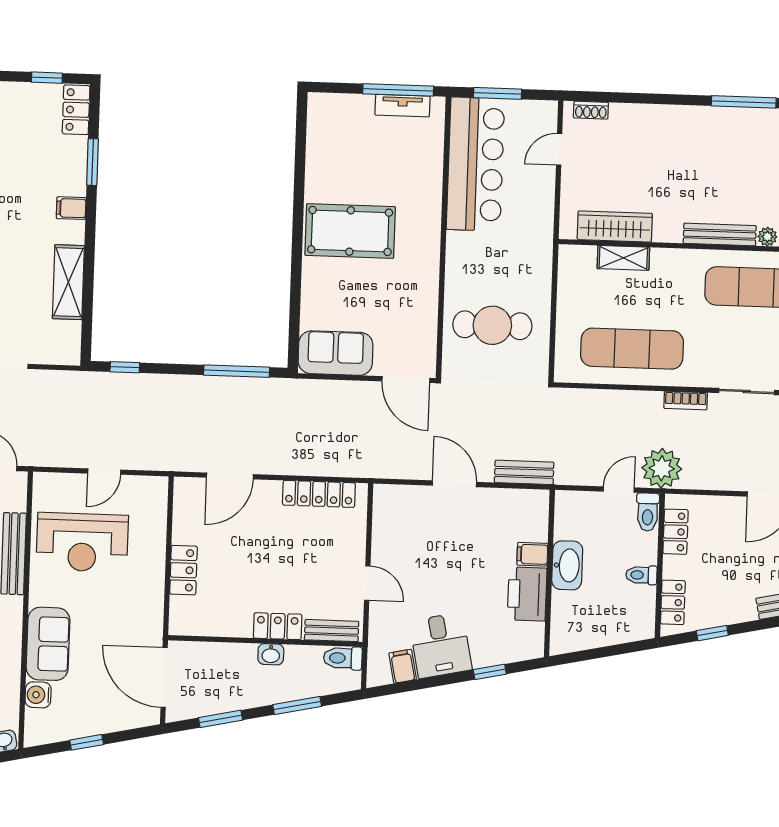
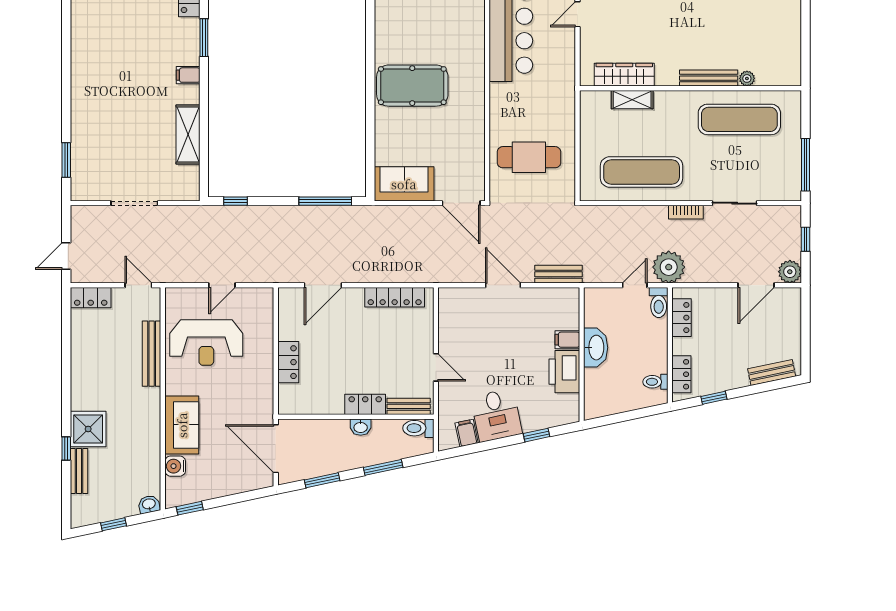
toilet: (641, 575) -> (655, 382), moved
window: (87, 742) -> (190, 508), moved

